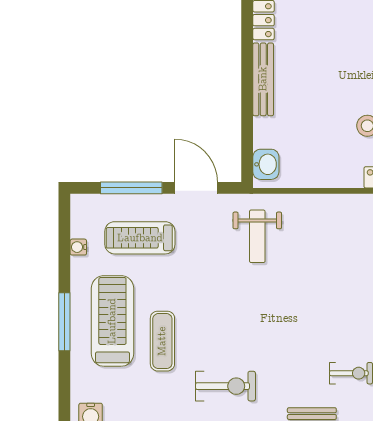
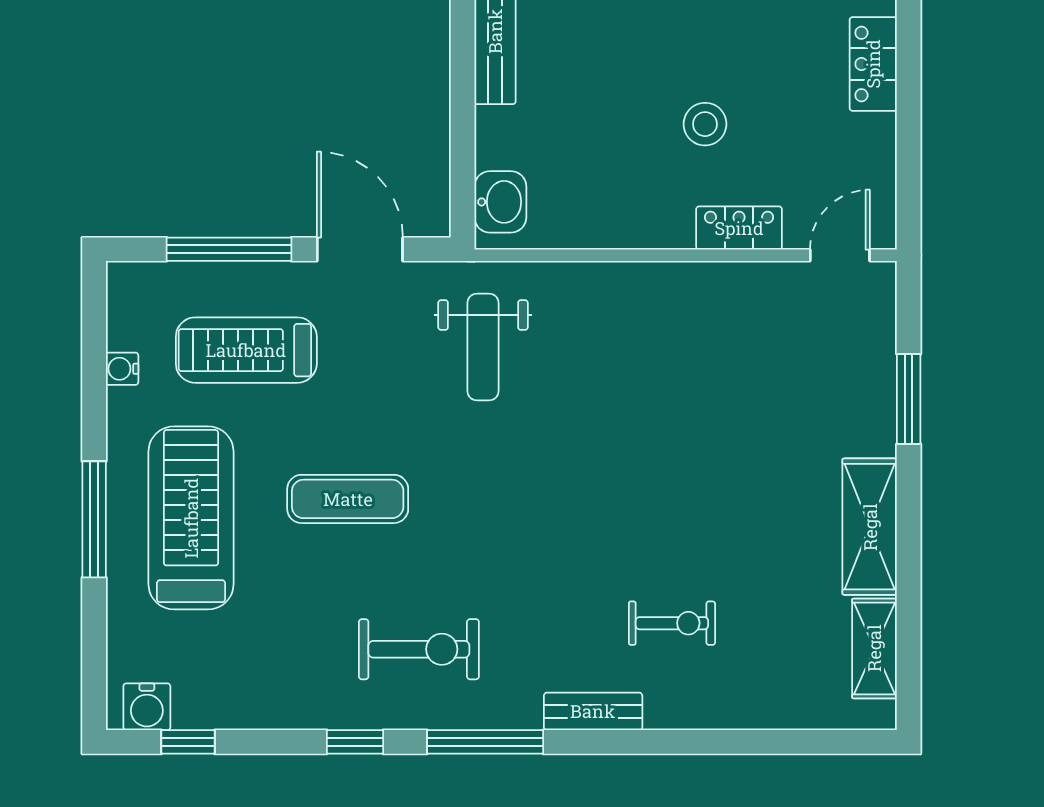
exercise mat: (162, 341) -> (348, 499), moved, turned 90

